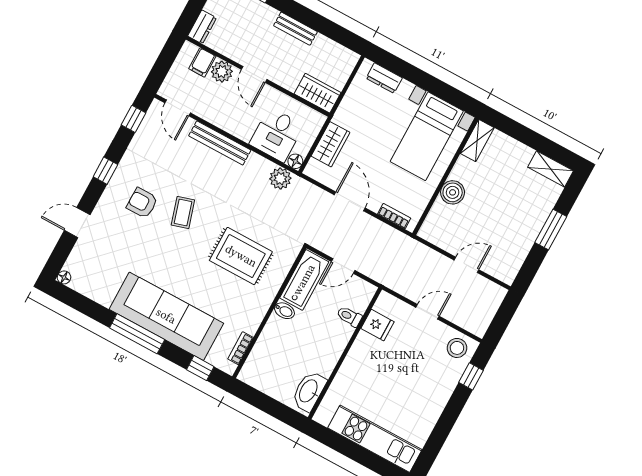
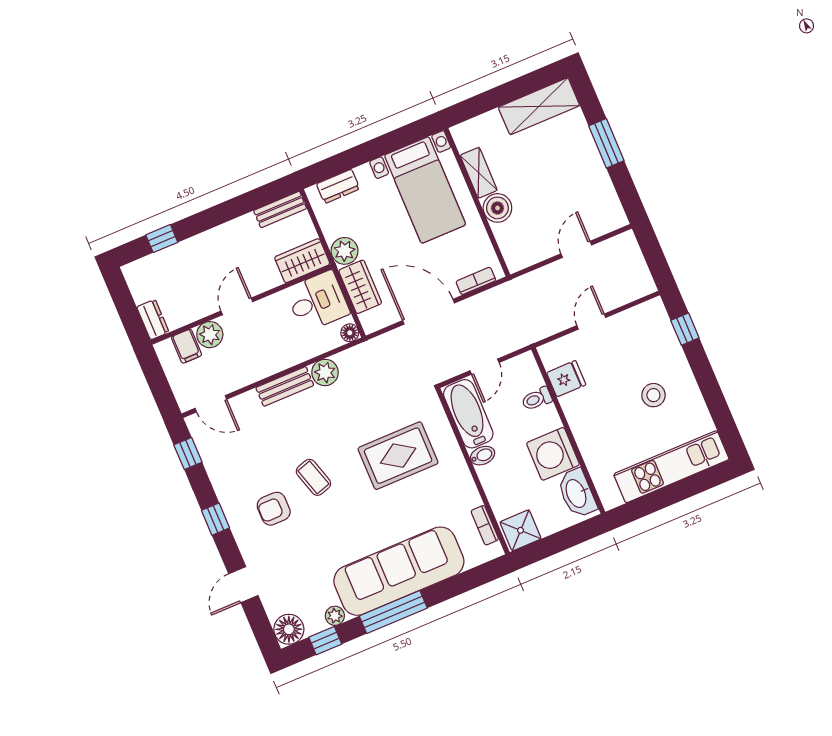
bench: (295, 29) -> (280, 209), moved
door: (254, 74) -> (237, 306), swing flipped
plant: (346, 116) -> (345, 251), added
desk: (277, 135) -> (318, 301), moved, turned -90
shelving: (477, 141) -> (479, 173), moved
bench: (220, 143) -> (285, 386), width x0.73
shelving: (551, 169) -> (539, 106), width x1.50, depth x1.33
plant: (280, 179) -> (325, 372), moved
door: (350, 201) -> (428, 312), width x1.36
floor lamp: (64, 277) -> (289, 629), width x1.89, depth x1.89
plant: (104, 298) -> (335, 616), added
stool: (457, 348) -> (653, 395), moved
washing machine: (322, 355) -> (553, 454), added
window: (200, 368) -> (325, 641), moved
shower: (256, 374) -> (521, 530), added

